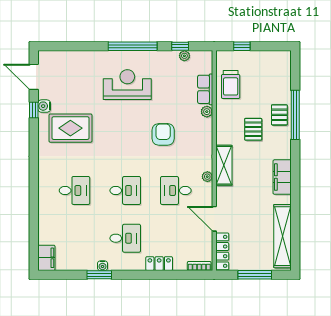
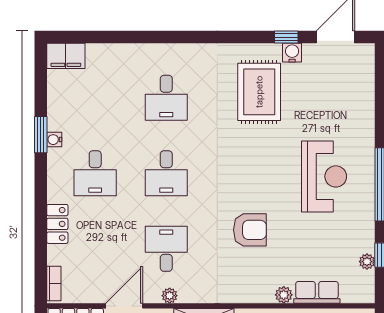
plant: (207, 177) -> (170, 296), moved

